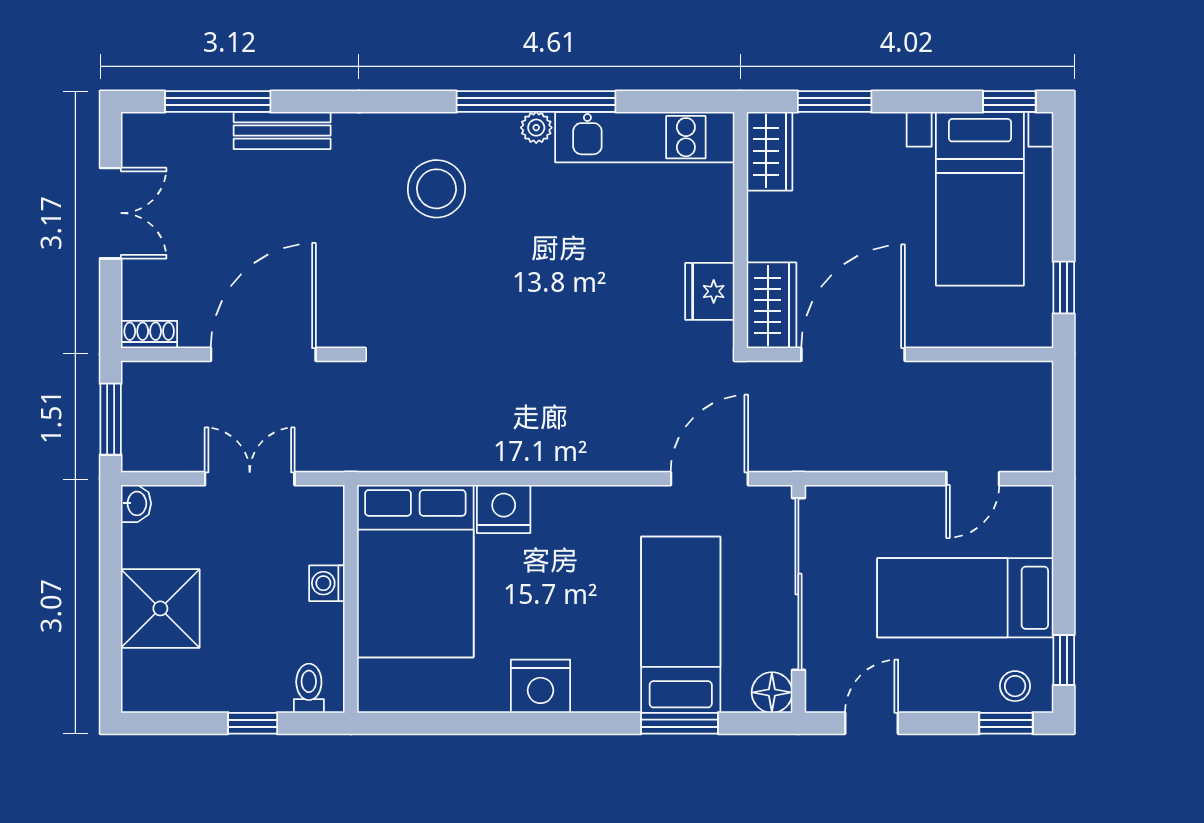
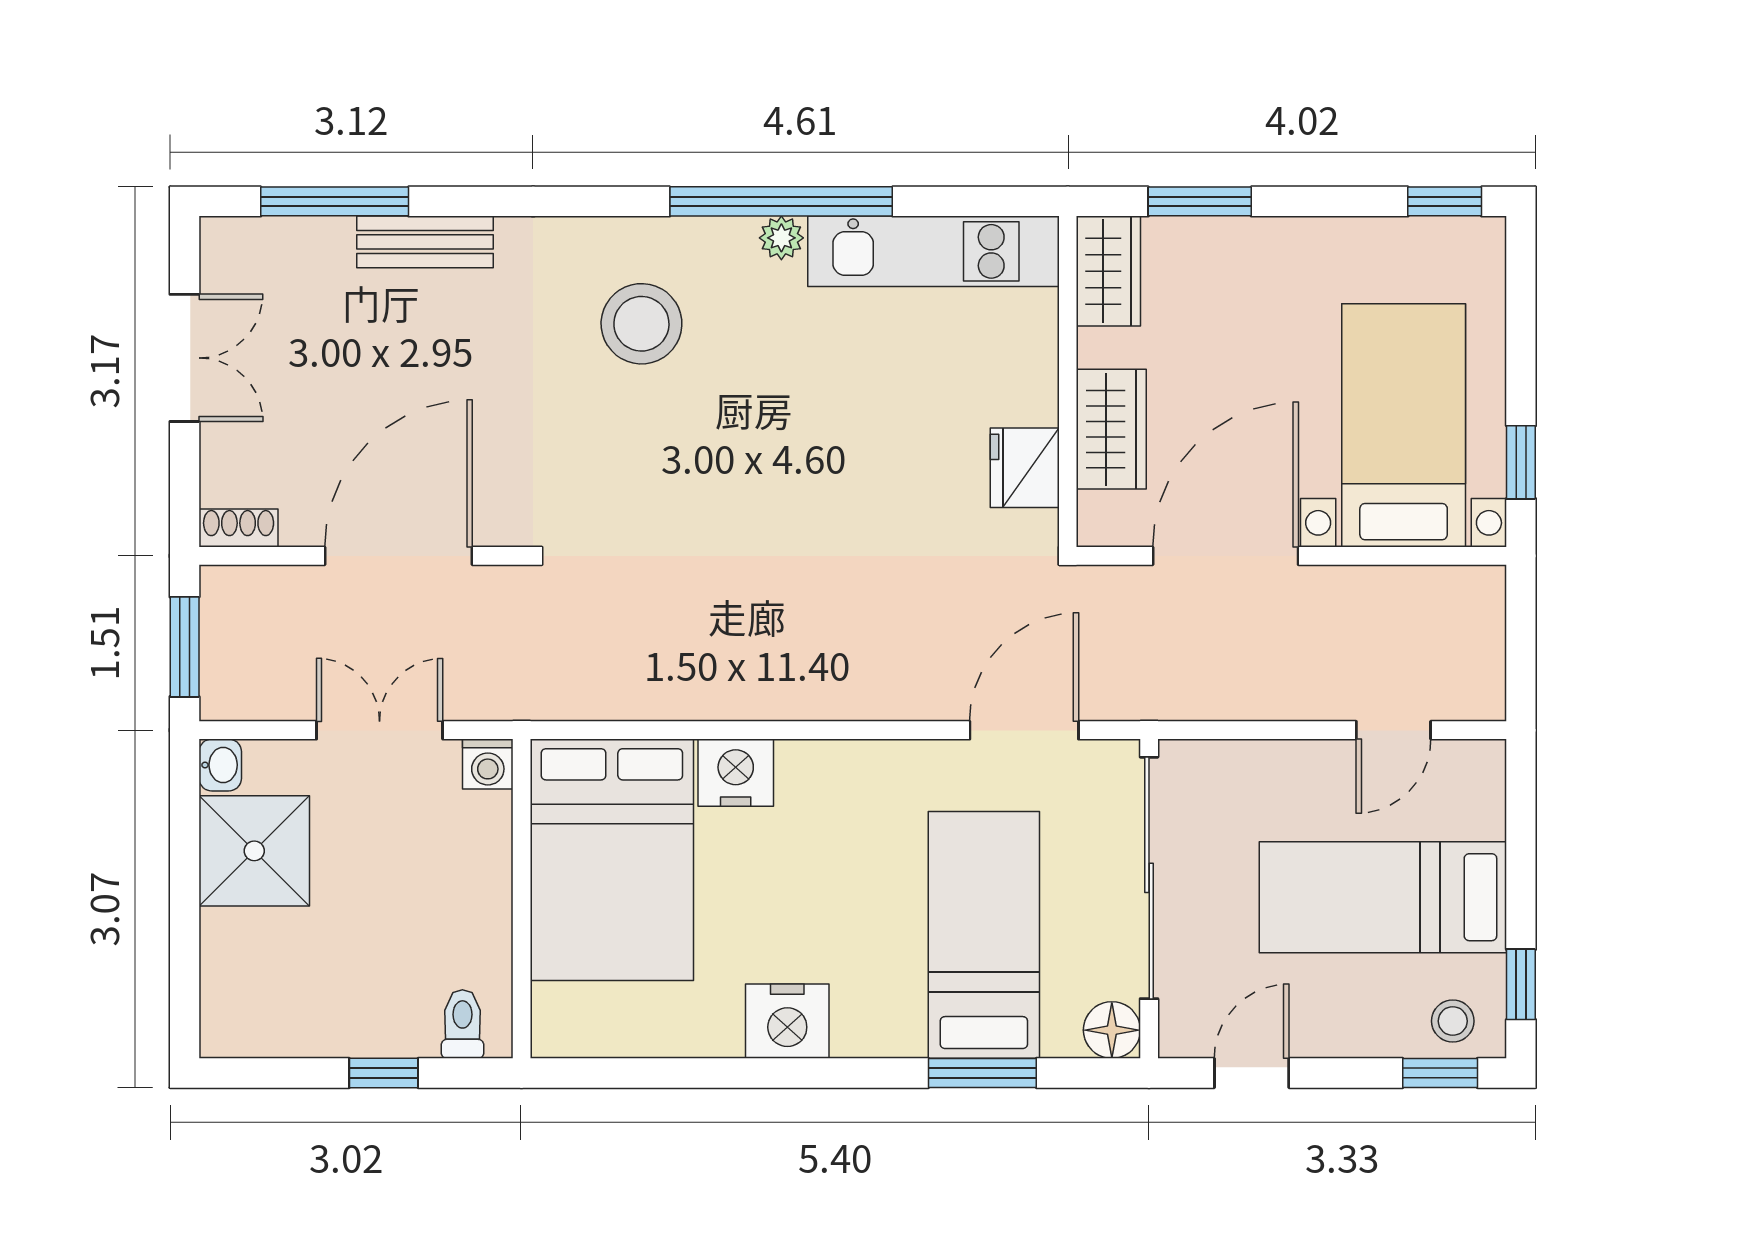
bed with nightstands: (980, 199) -> (1404, 425), moved, turned 180
wardrobe: (772, 305) -> (1111, 429), moved
washing machine: (327, 583) -> (488, 764), moved, turned -90
shower: (160, 608) -> (254, 851), moved

